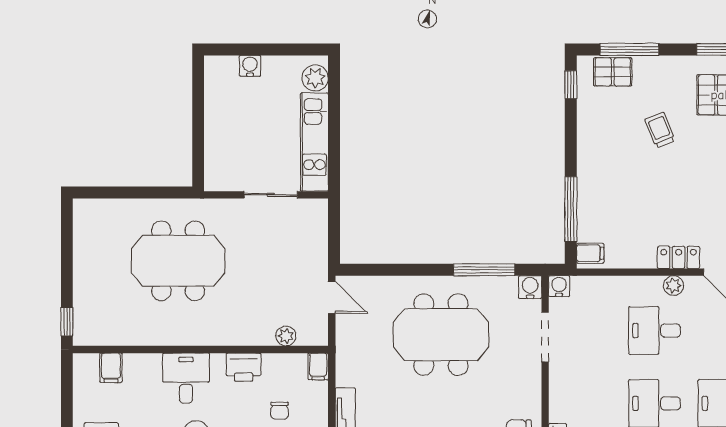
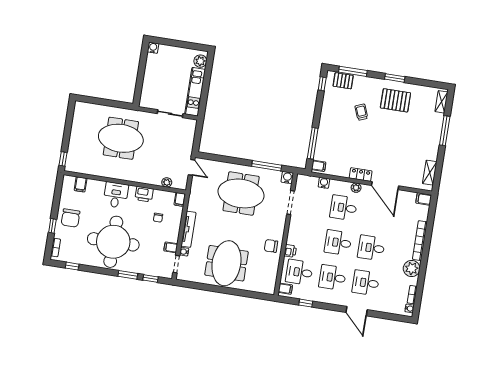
water cooler: (250, 66) -> (153, 48), moved
water cooler: (559, 286) -> (324, 183), moved

